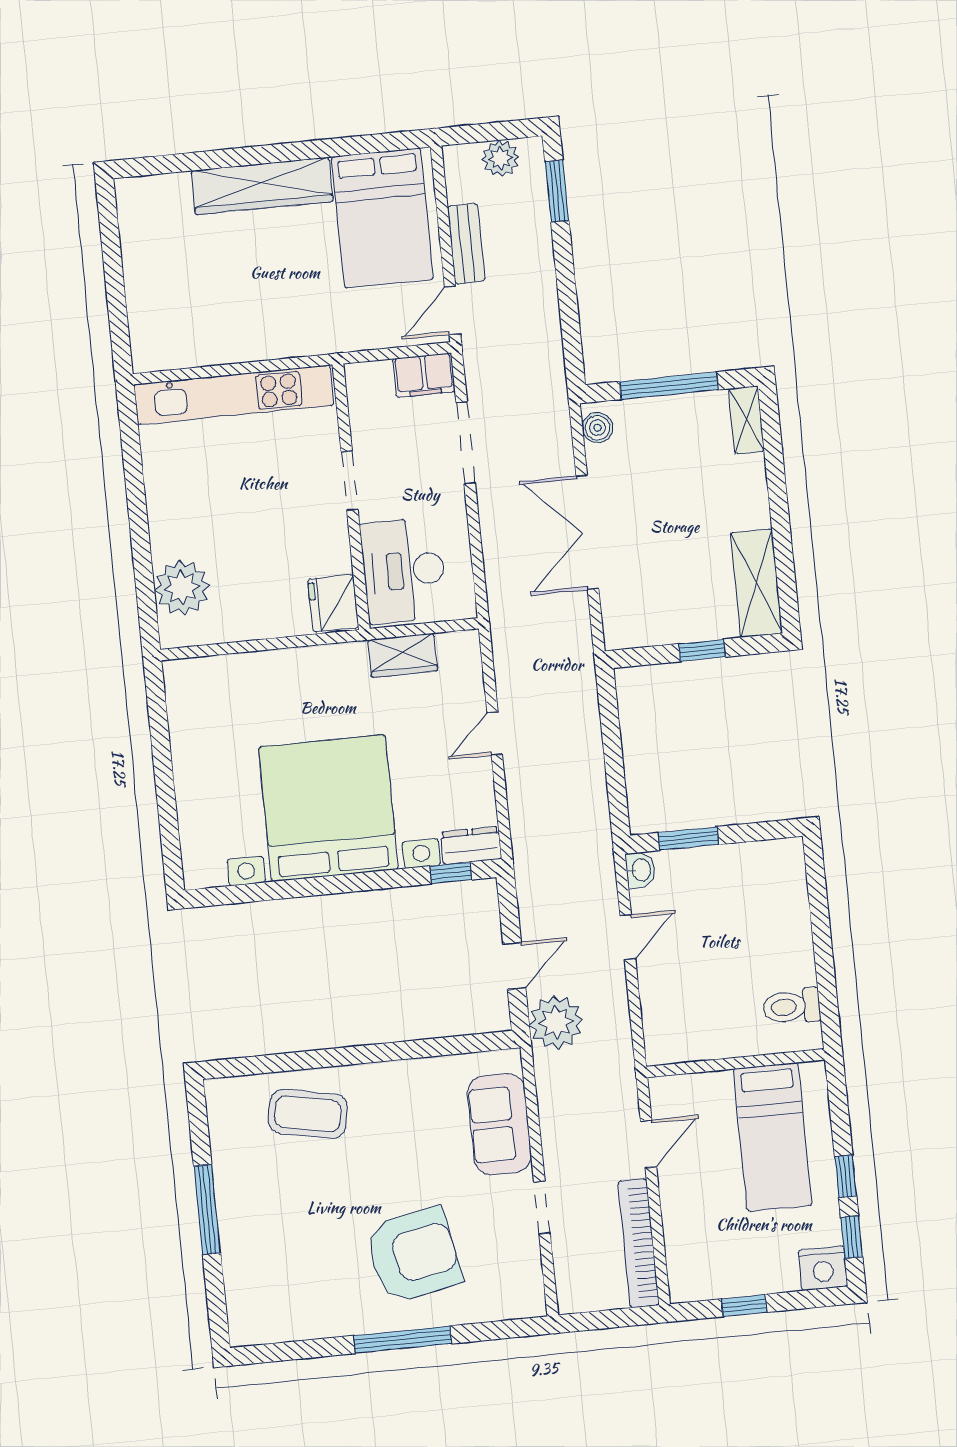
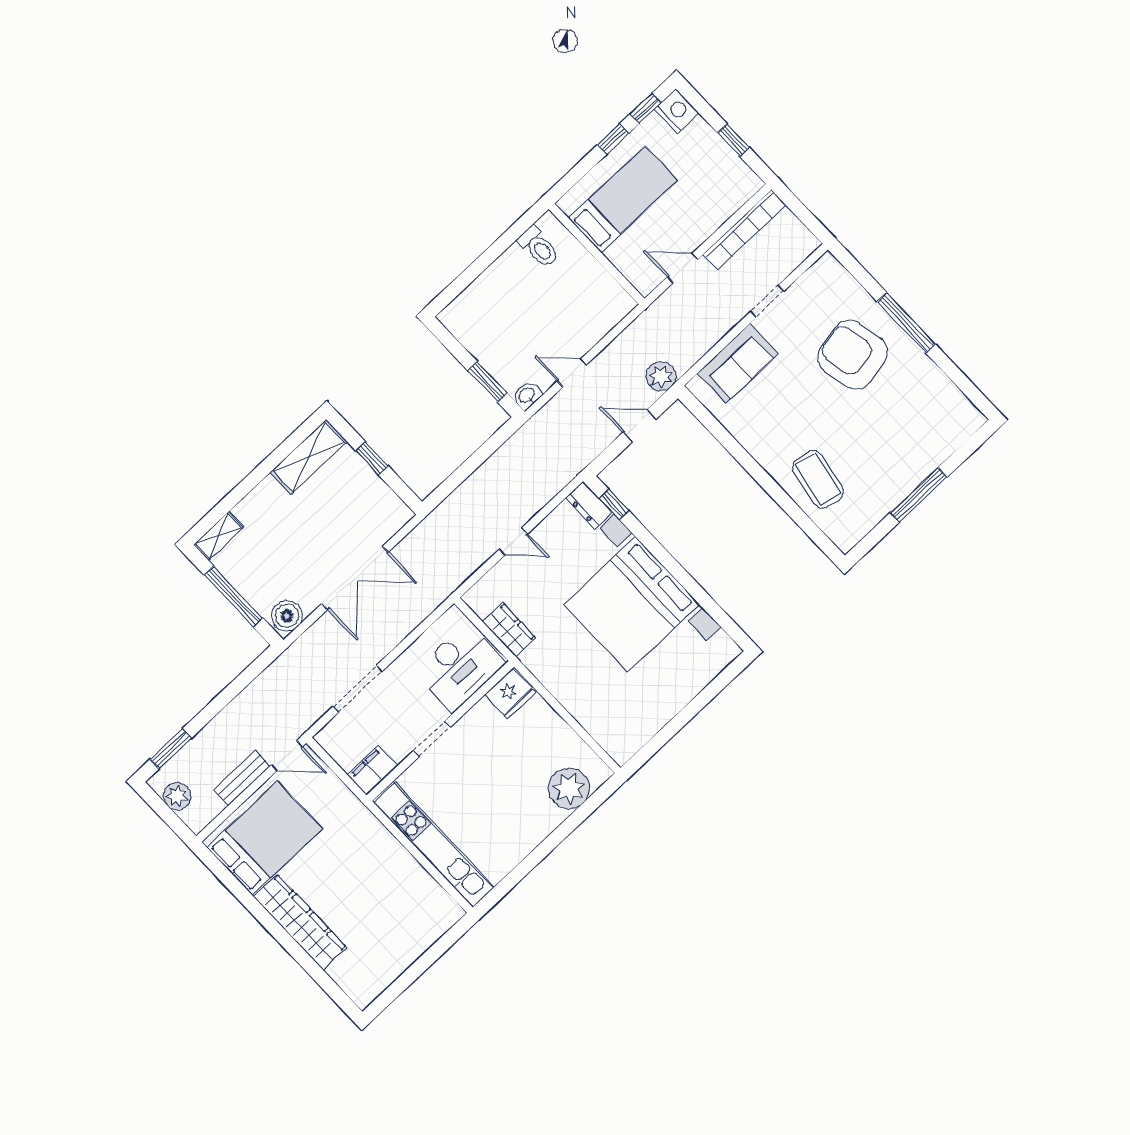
filing cabinet: (424, 375) -> (372, 770), moved, turned -90
boiler: (598, 428) -> (287, 616), width x1.36, depth x1.36
plant: (556, 1022) -> (661, 377), width x0.73, depth x0.73

